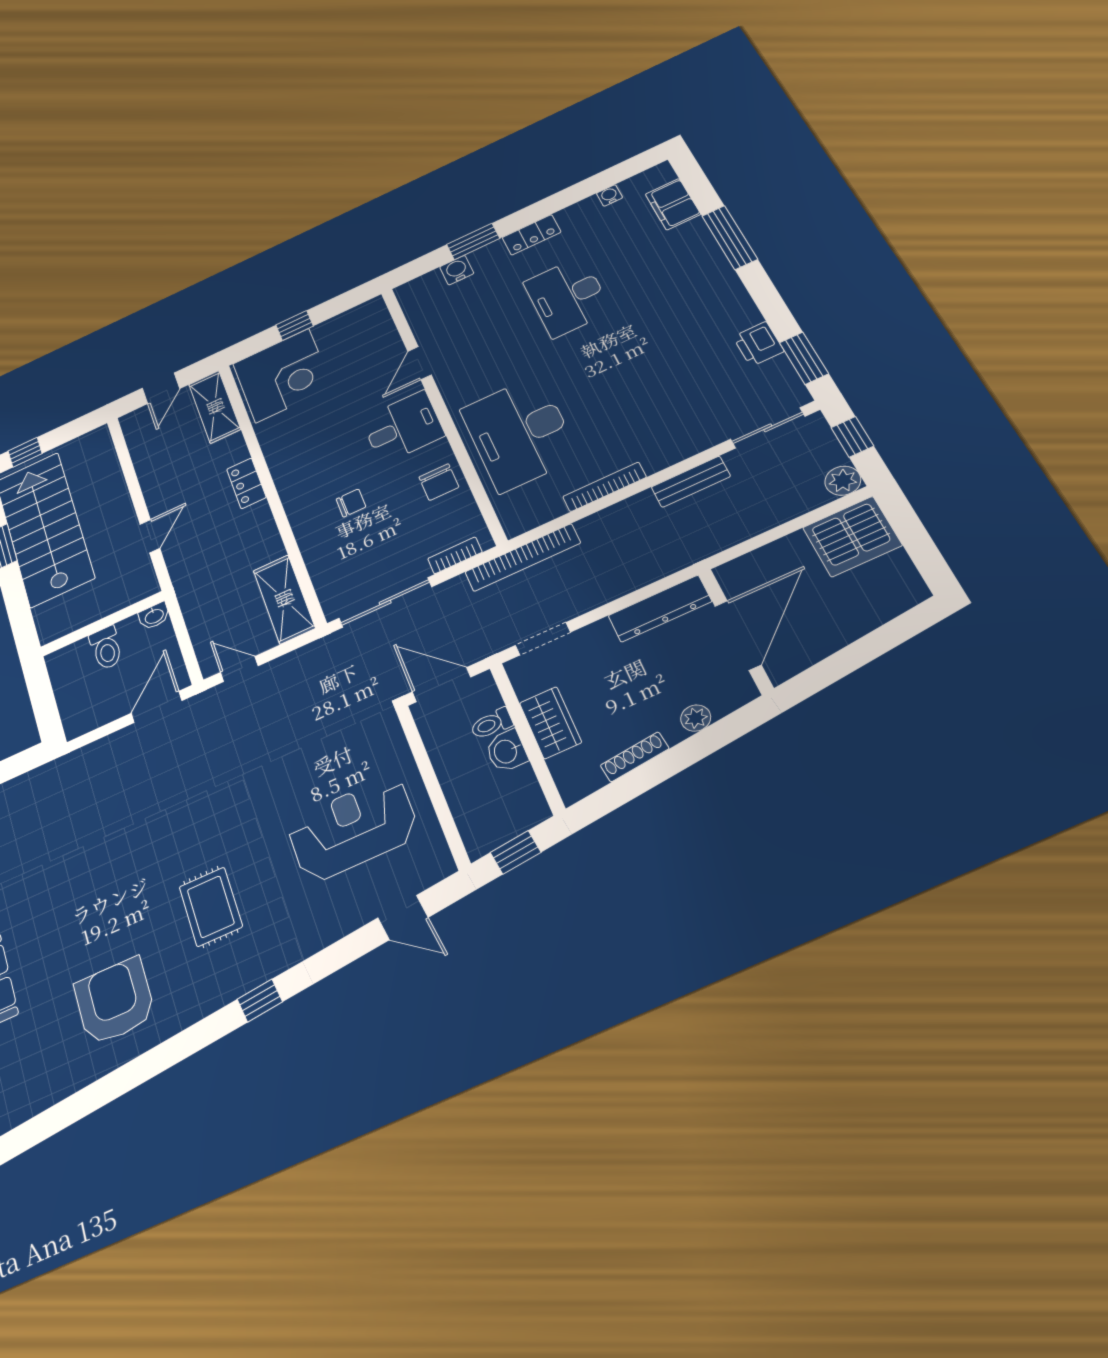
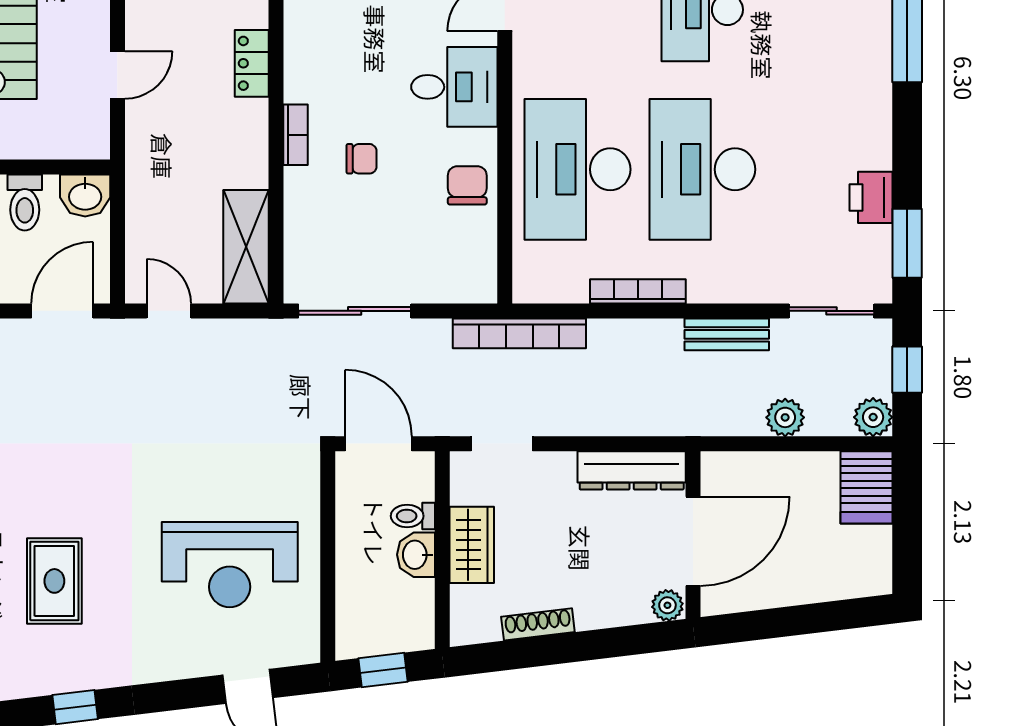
desk: (616, 388) -> (702, 169), added
chair: (439, 482) -> (467, 185), turned 180
plant: (769, 514) -> (785, 417), added
server rack: (852, 536) -> (866, 487), width x0.62
bookcase: (455, 555) -> (296, 135), moved, turned 90
washbasin: (154, 616) -> (85, 195), width x1.38, depth x1.45
plant: (696, 718) -> (667, 605), moved
reception desk: (353, 829) -> (230, 565), turned 180

